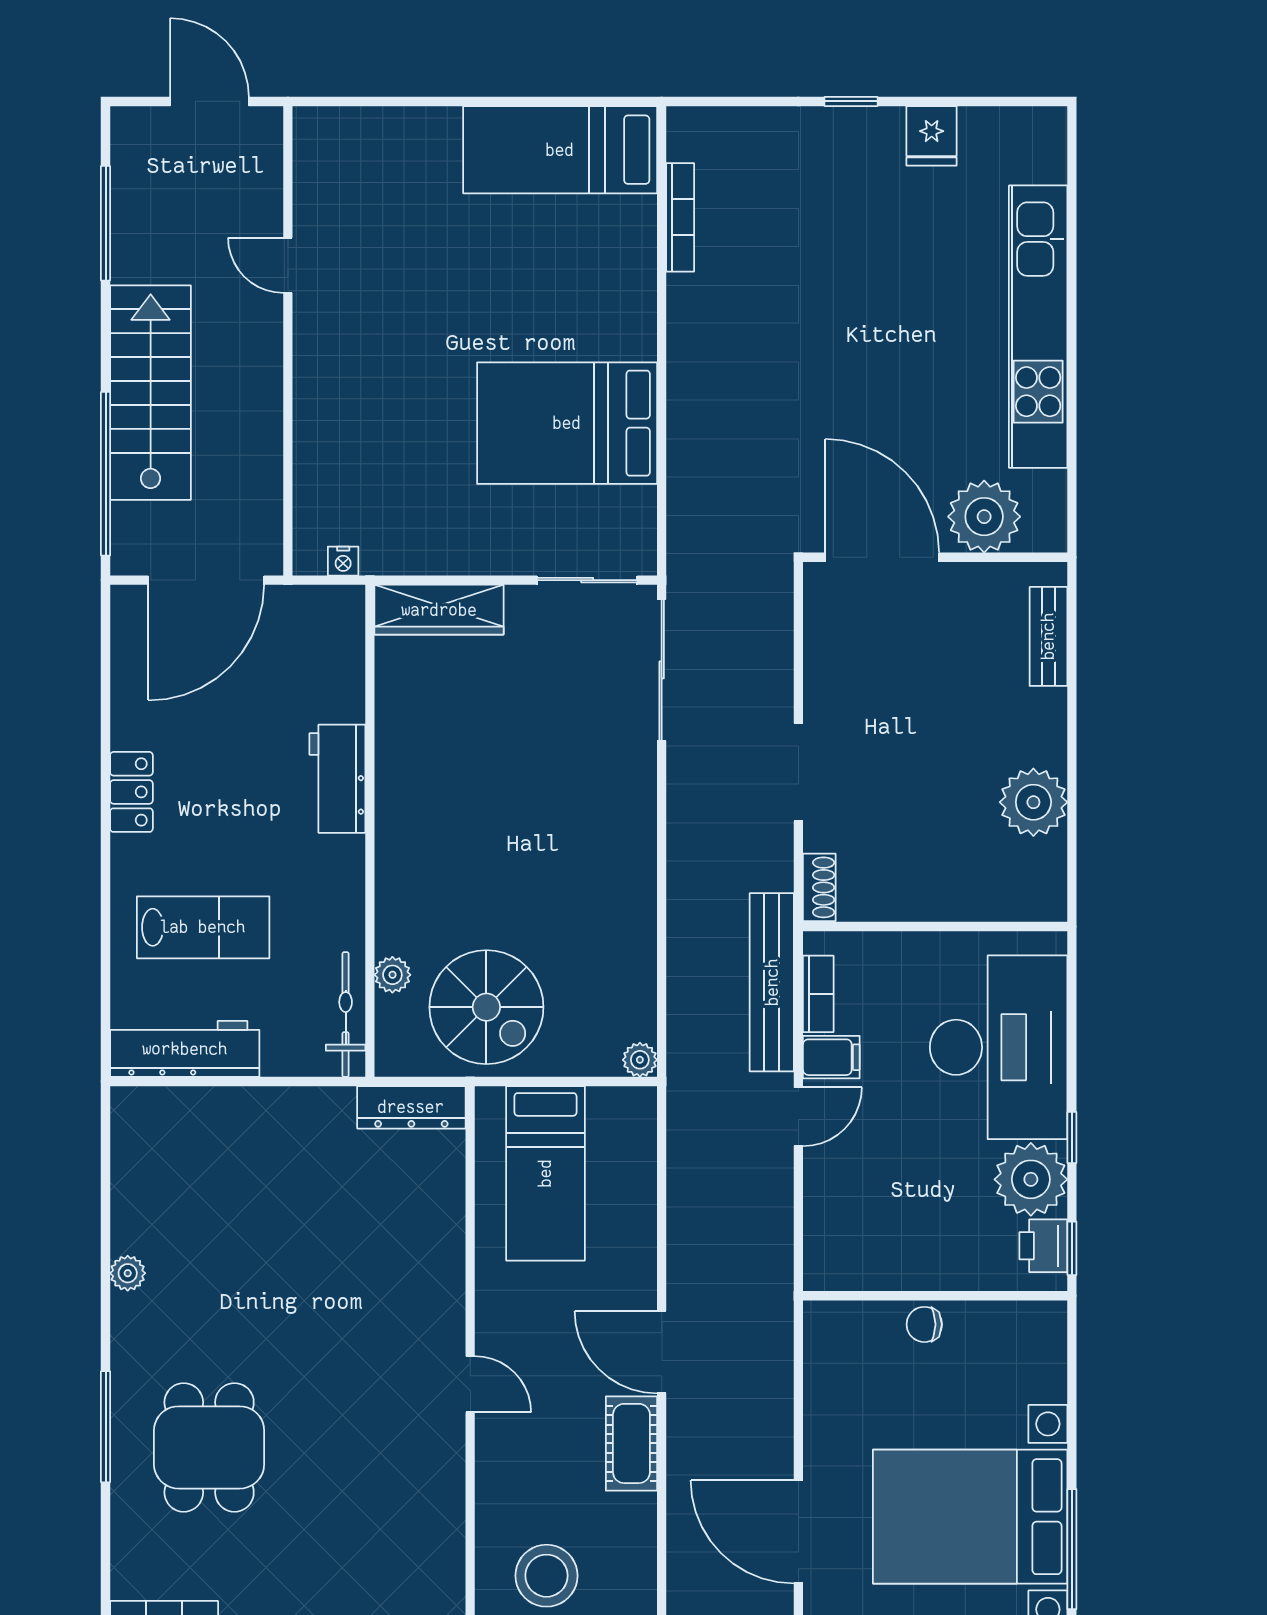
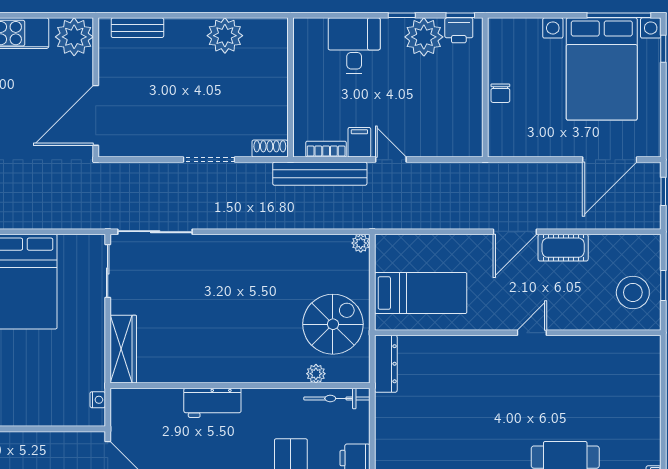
plant: (984, 517) -> (74, 37), moved
desk: (999, 1047) -> (354, 46), width x0.53, depth x0.77

